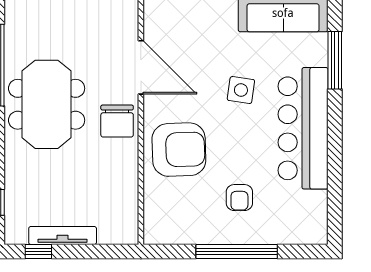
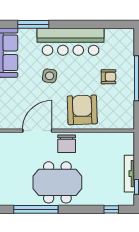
chair: (117, 121) -> (67, 144), turned 90

